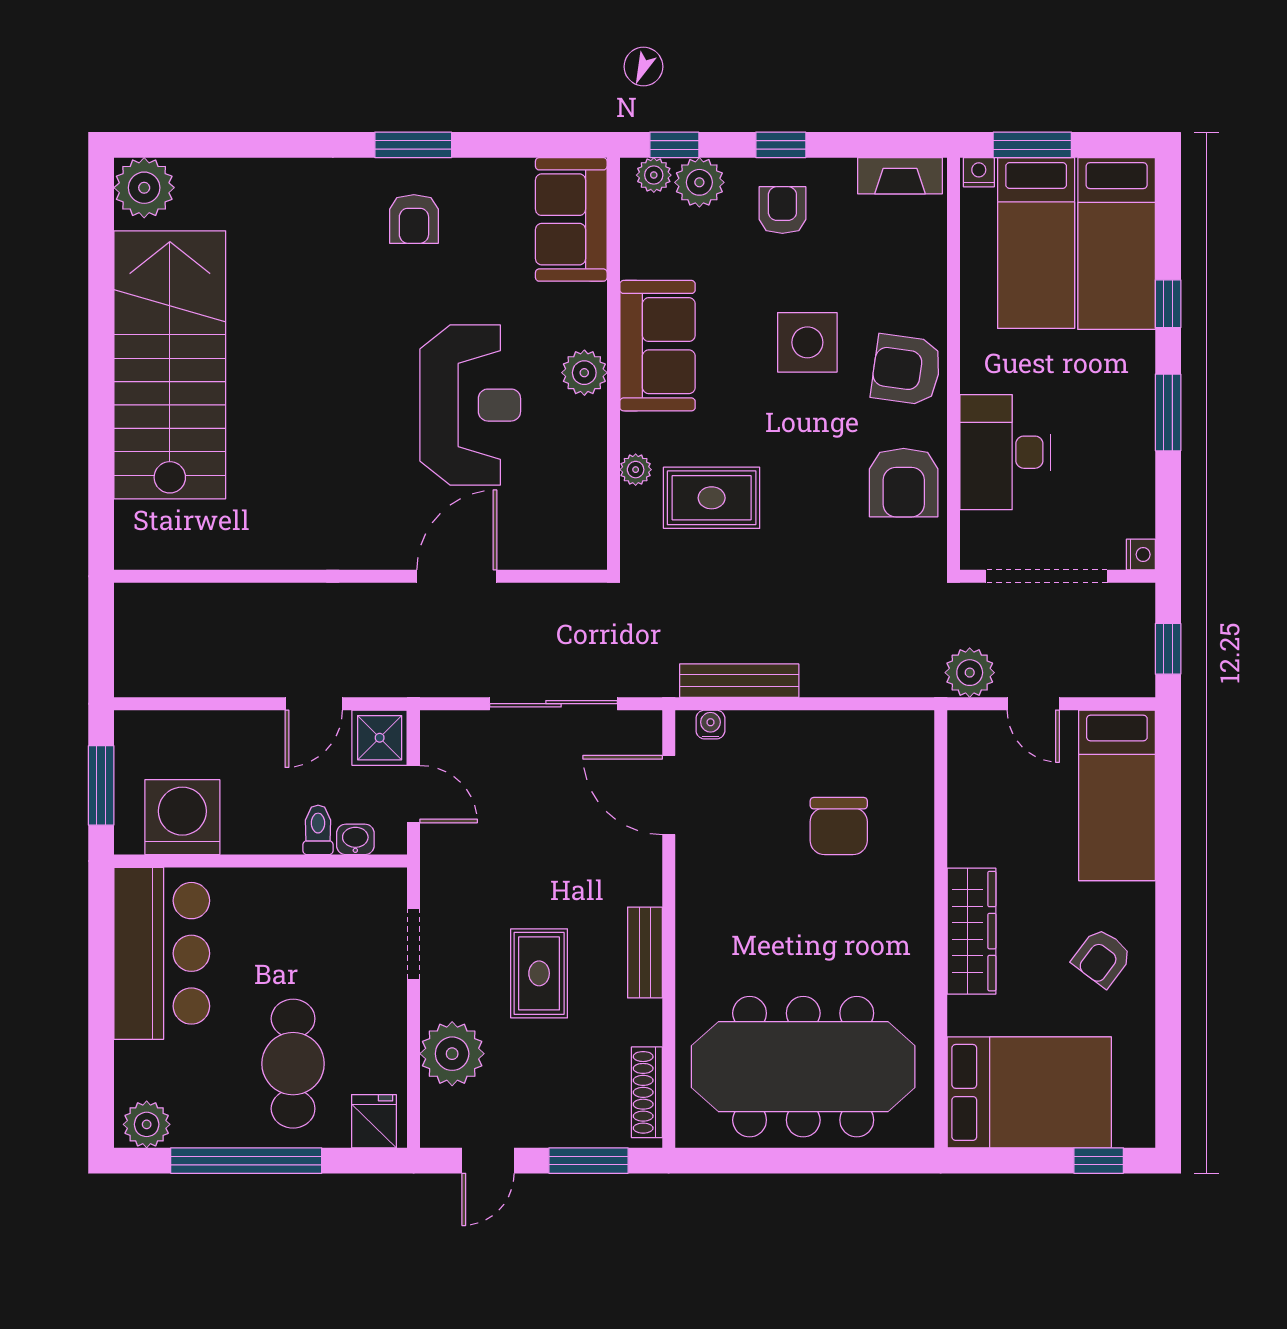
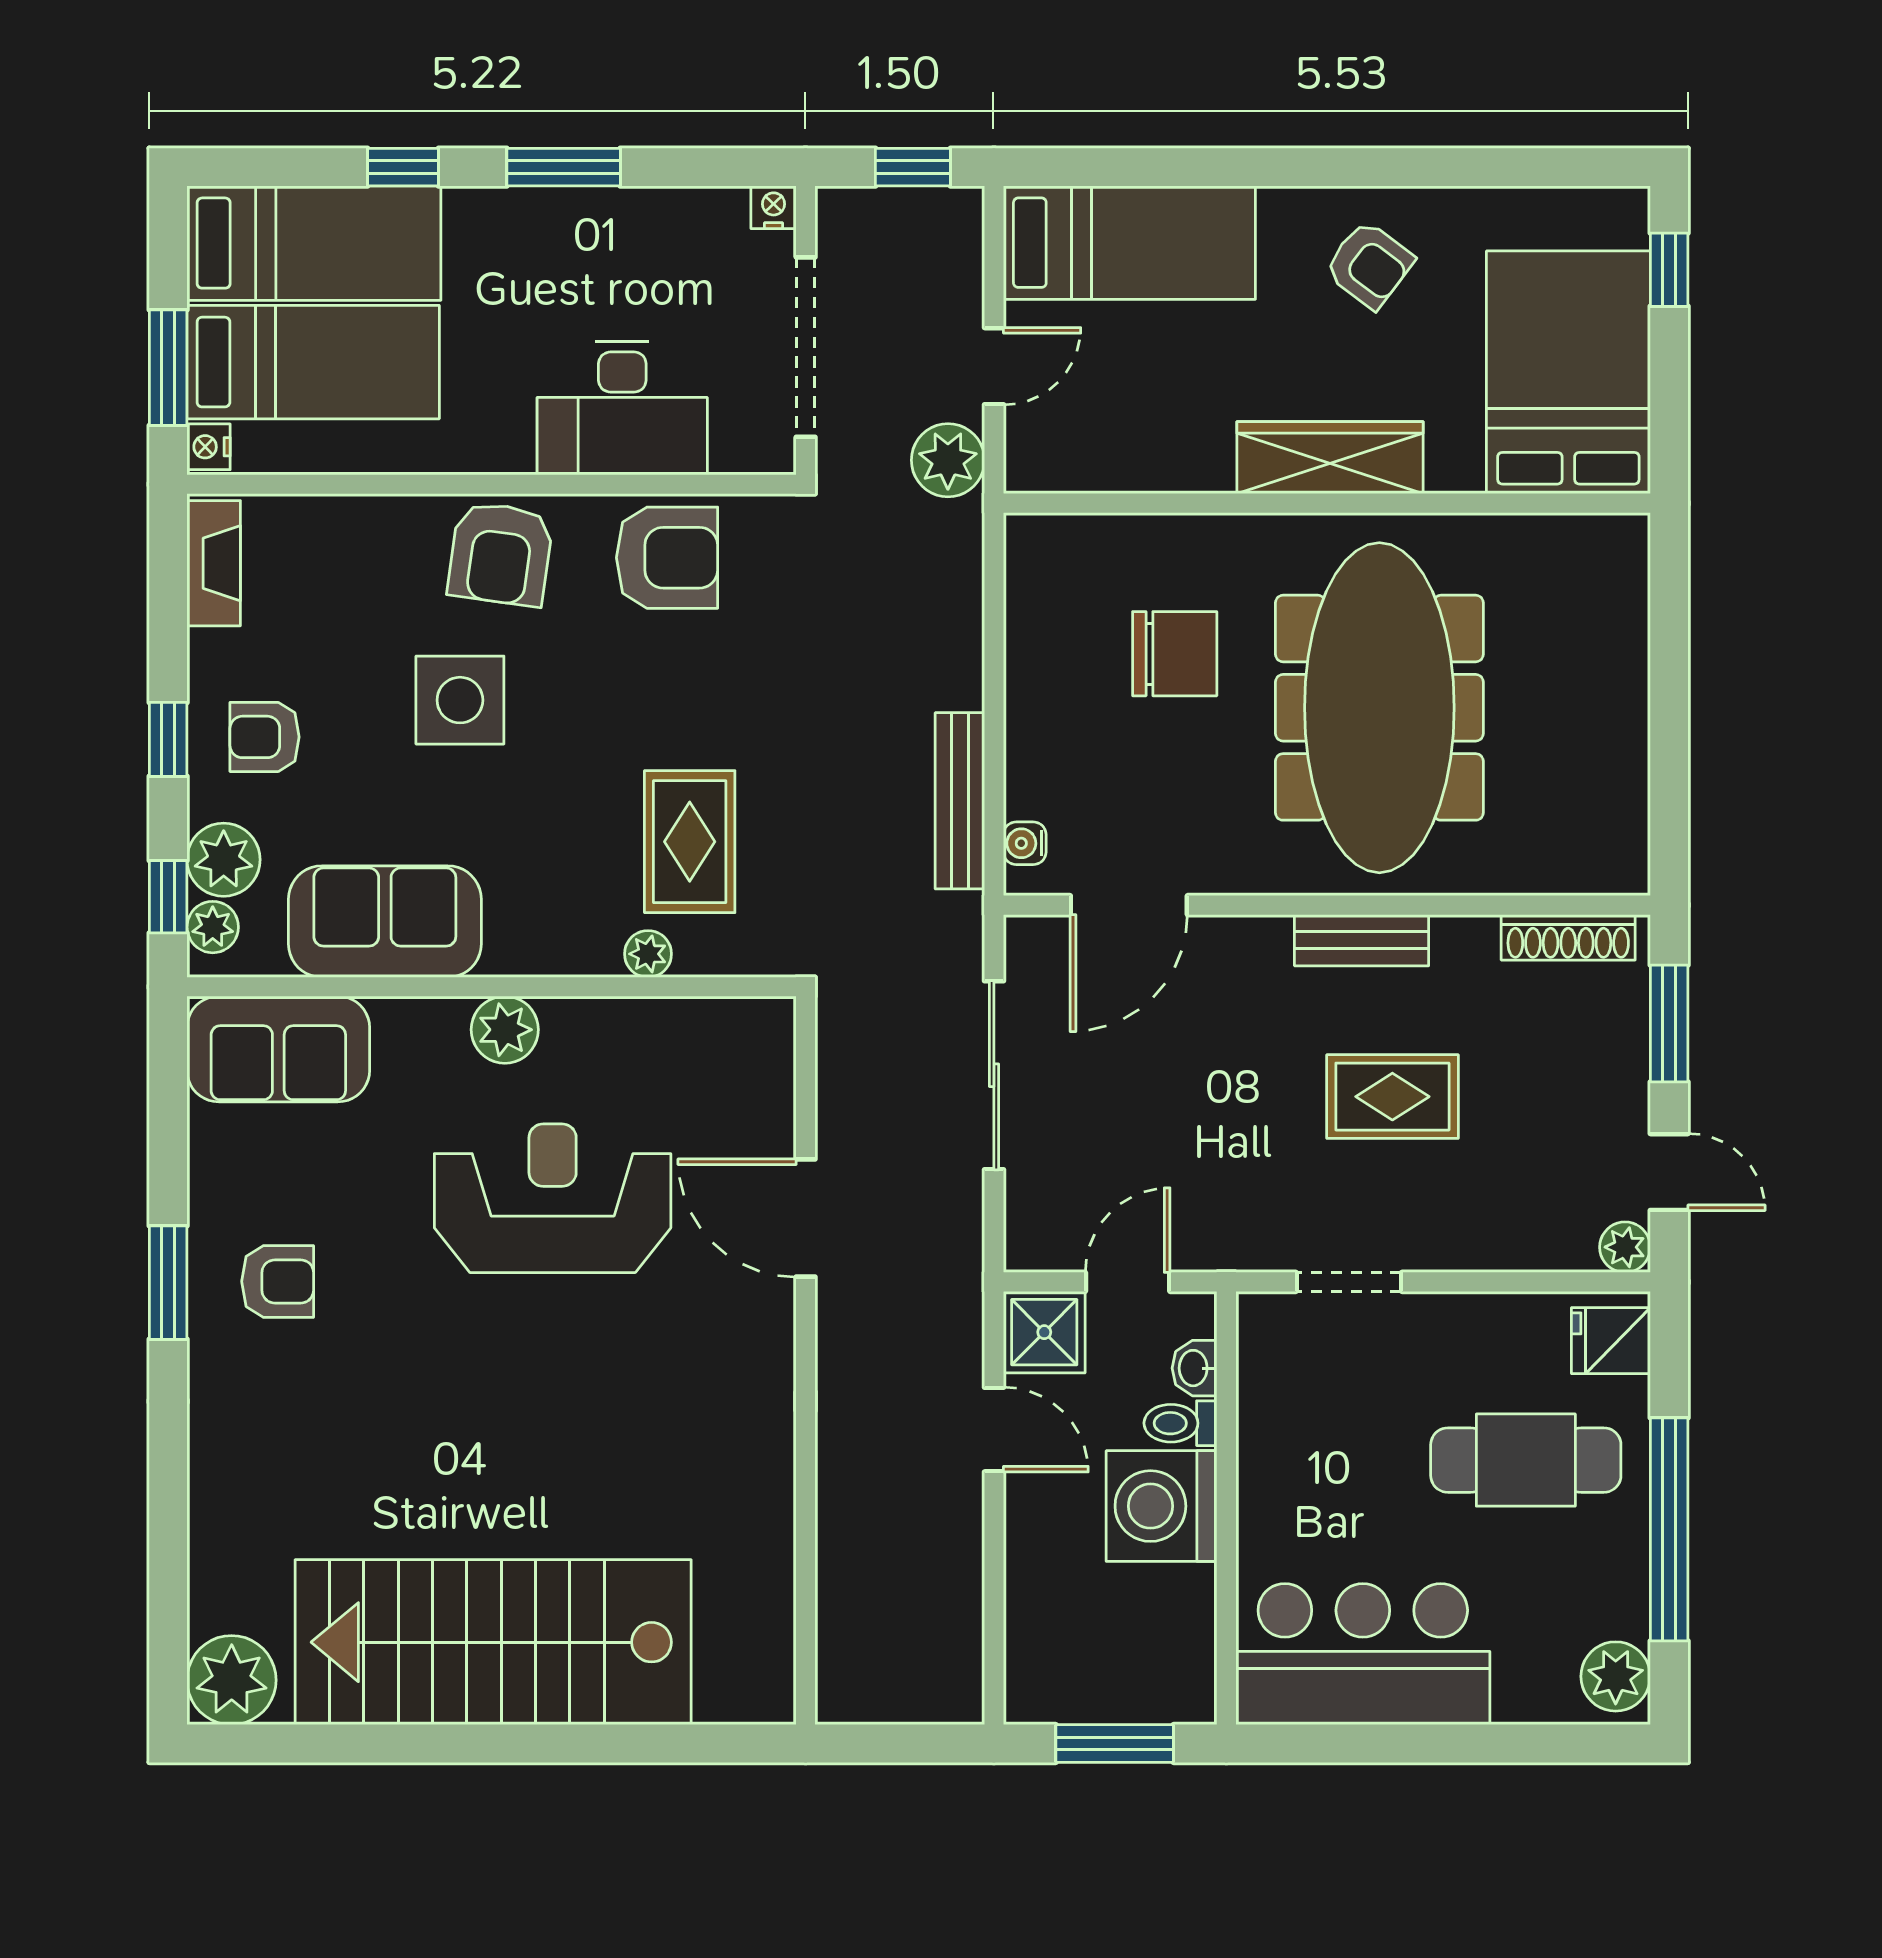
sofa: (657, 346) -> (385, 922), moved
washing machine: (182, 817) -> (1162, 1506), moved
plant: (452, 1054) -> (1625, 1247), moved, width x0.53, depth x0.53
meeting table: (803, 1067) -> (1379, 708), moved

